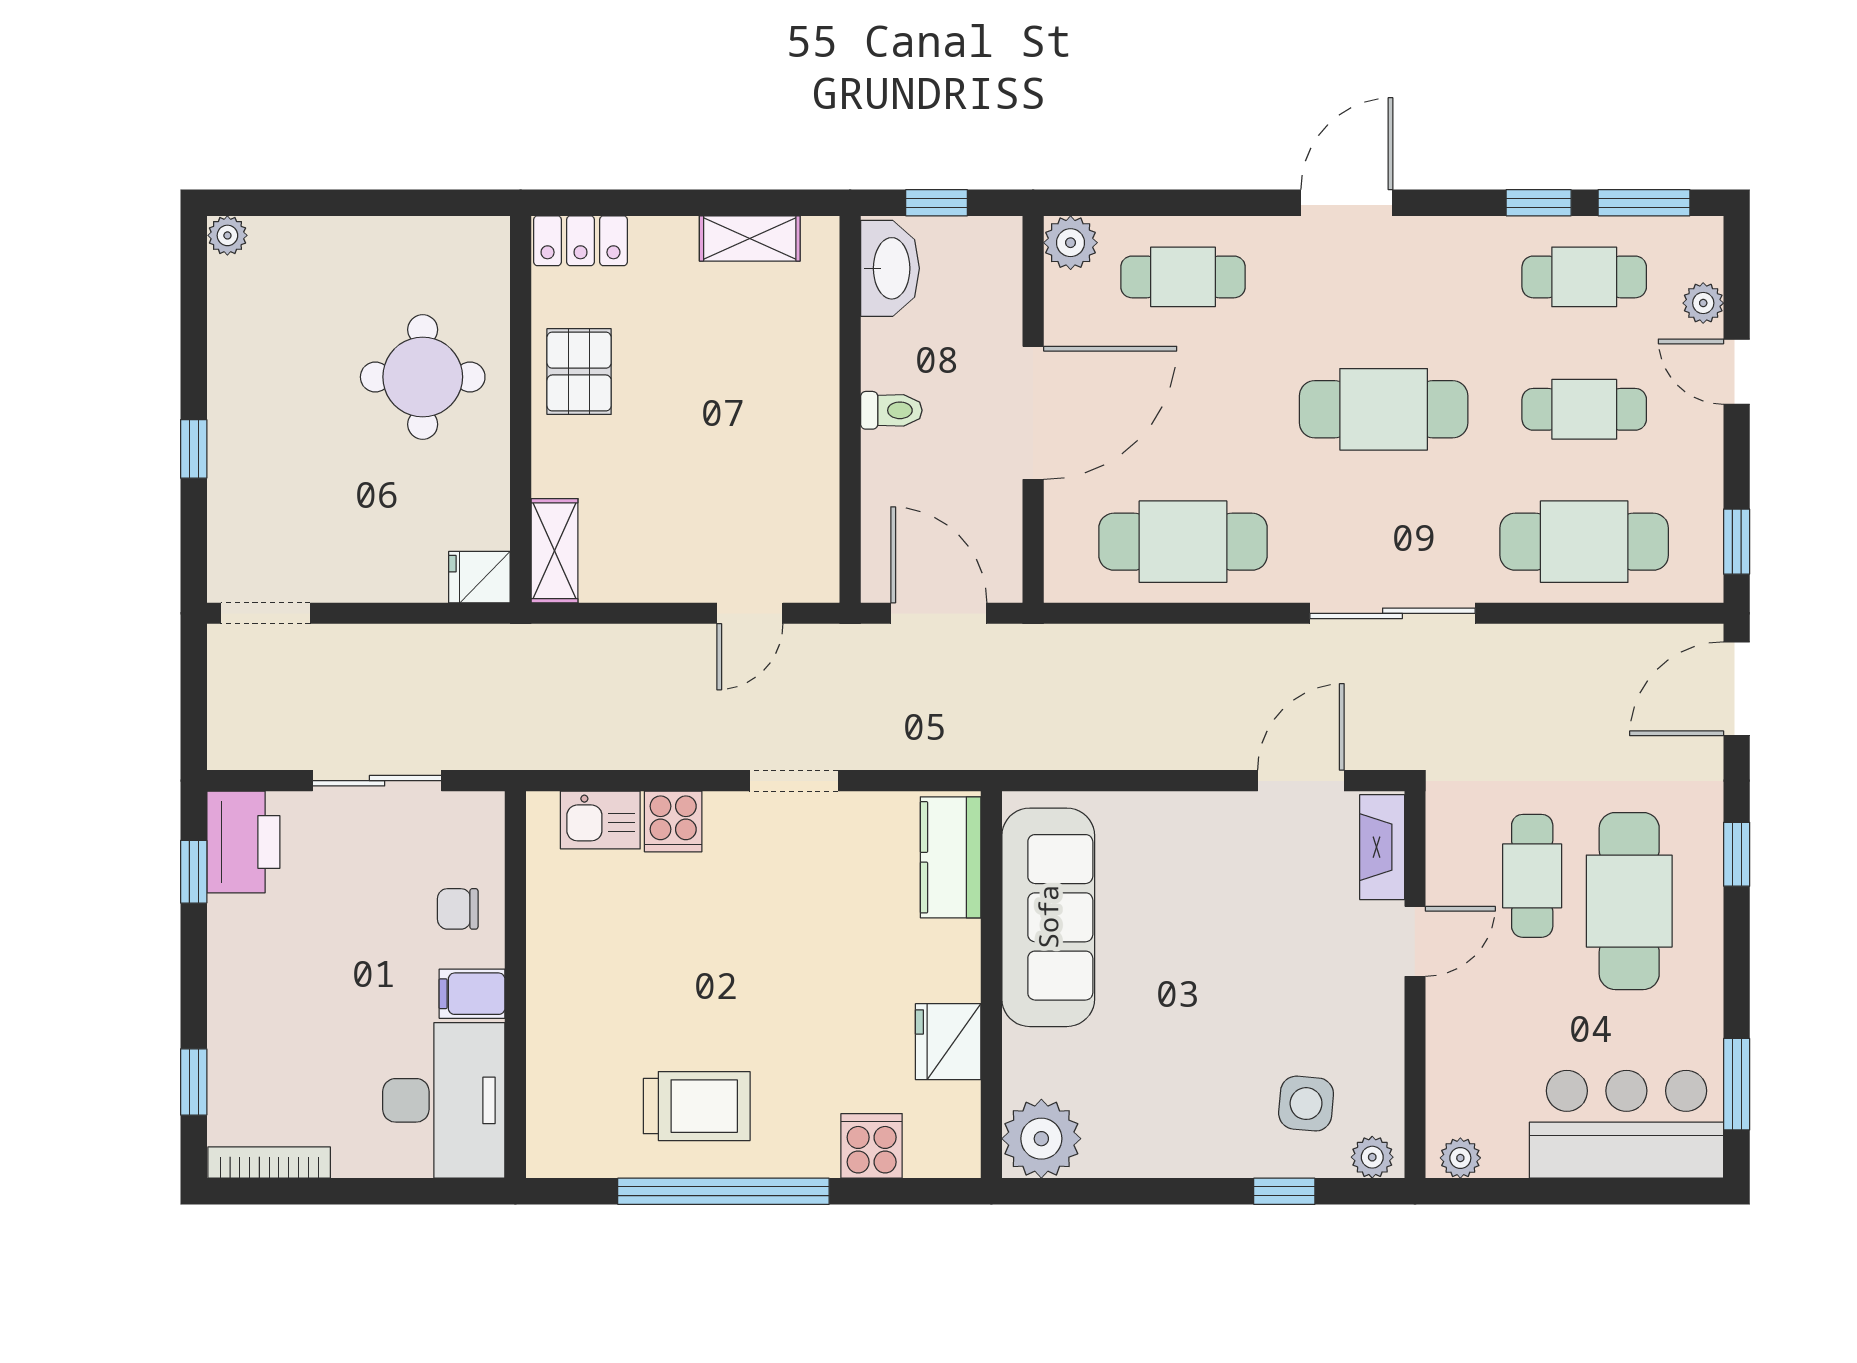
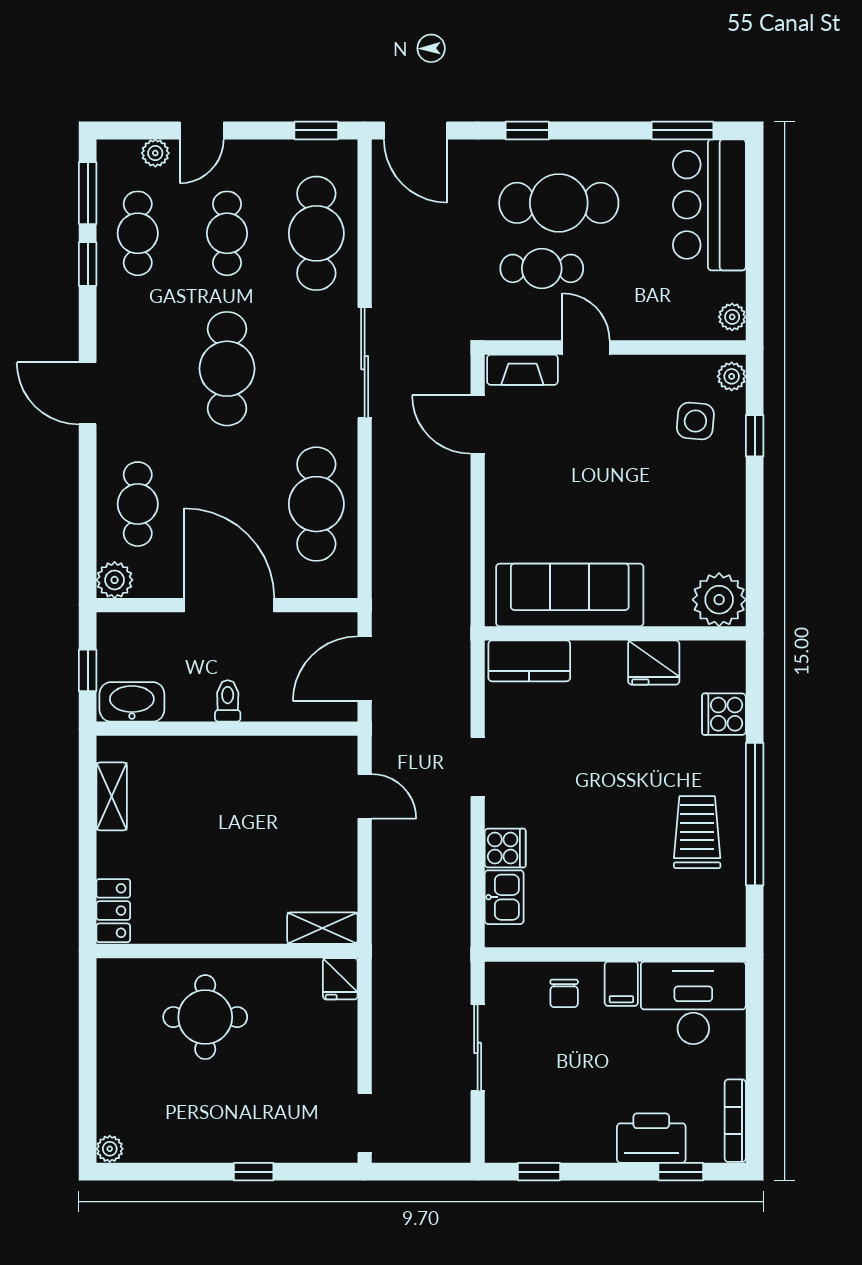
pallet: (579, 372) -> (202, 912), removed
printer: (243, 842) -> (651, 1138), moved

